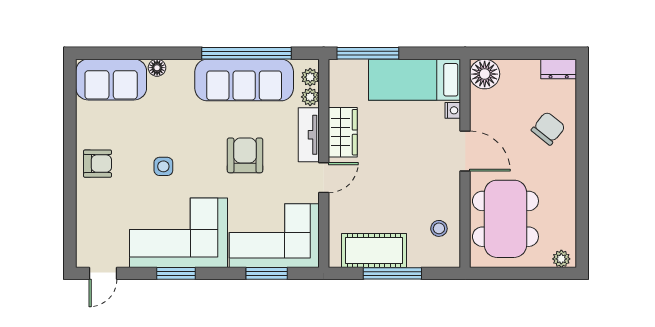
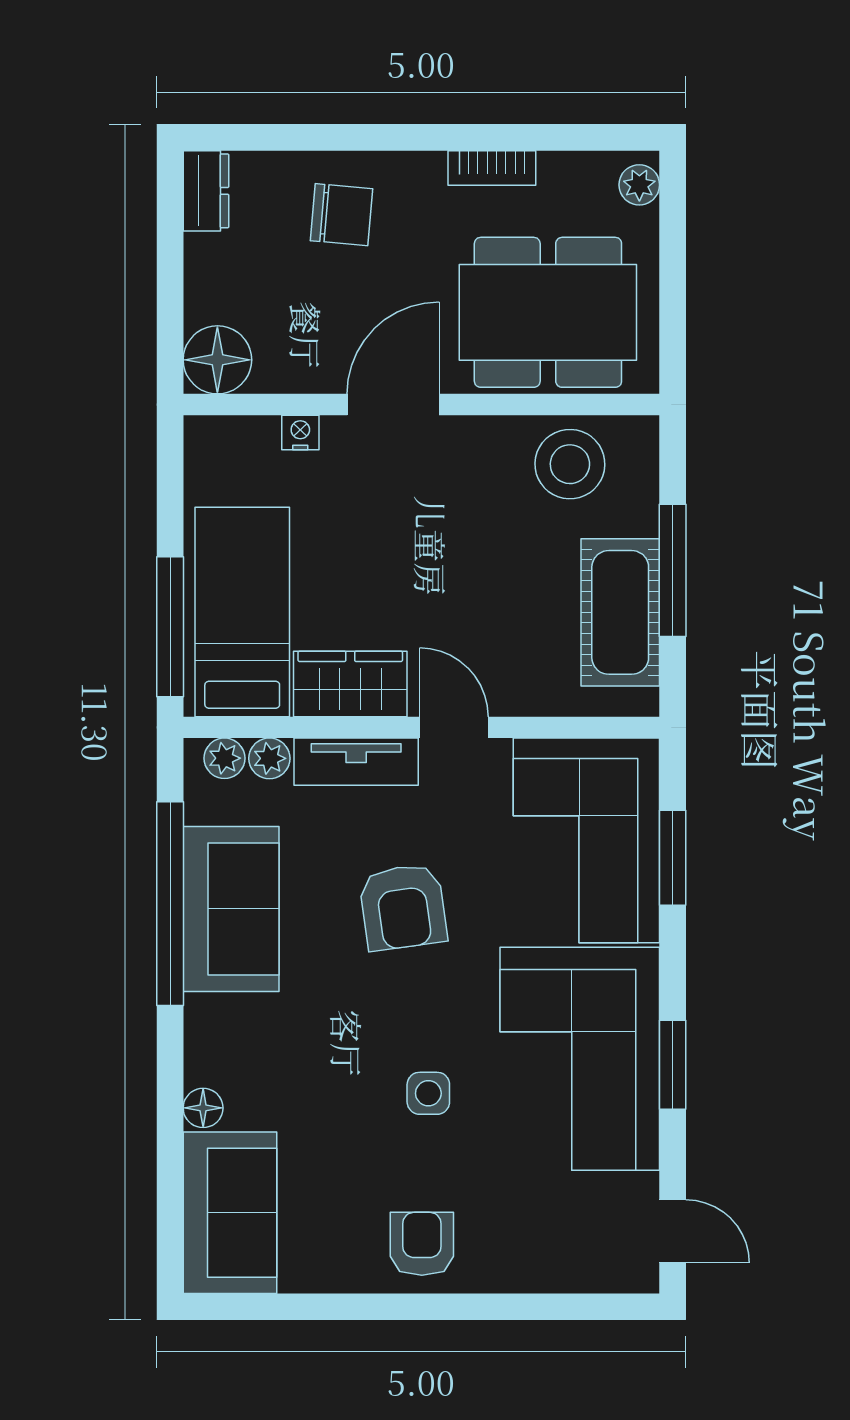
sofa: (244, 80) -> (231, 909), width x0.73
bed: (414, 80) -> (242, 612), moved, turned 180
chair: (548, 128) -> (341, 215), turned 146
armchair: (245, 155) -> (403, 907), turned -98
bookcase: (569, 194) -> (492, 168), added
stool: (439, 228) -> (570, 464), width x1.89, depth x1.89

